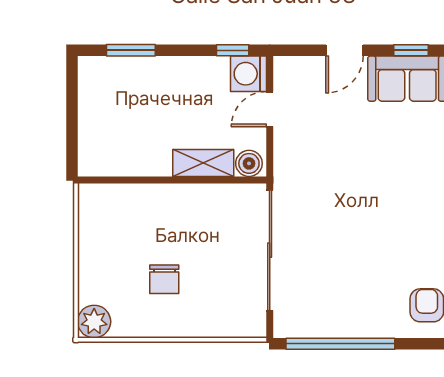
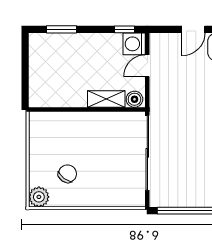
chair: (164, 279) -> (67, 174), moved, turned -143

